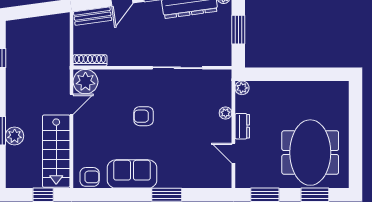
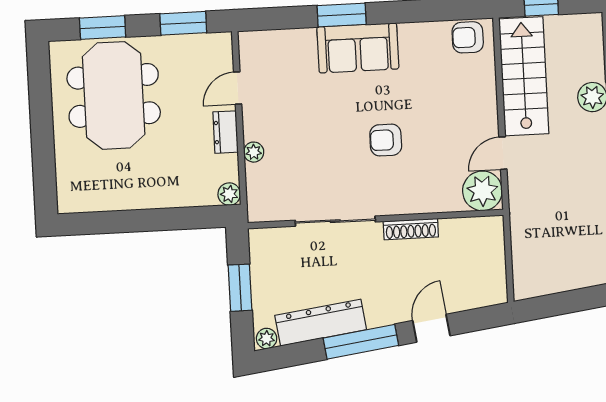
bench: (93, 16) -> (477, 297), removed
shoe rack: (90, 60) -> (411, 229), moved
armchair: (144, 116) -> (386, 140), turned 180
door: (233, 153) -> (238, 88), swing flipped
sofa: (132, 174) -> (358, 48), moved

